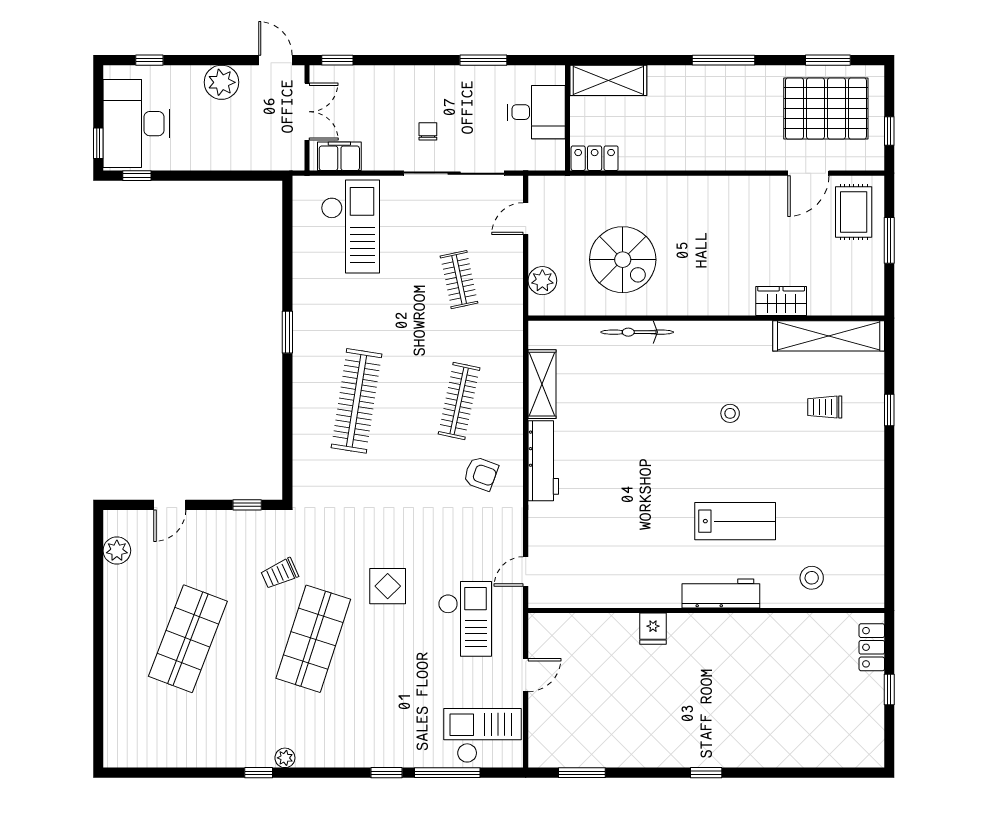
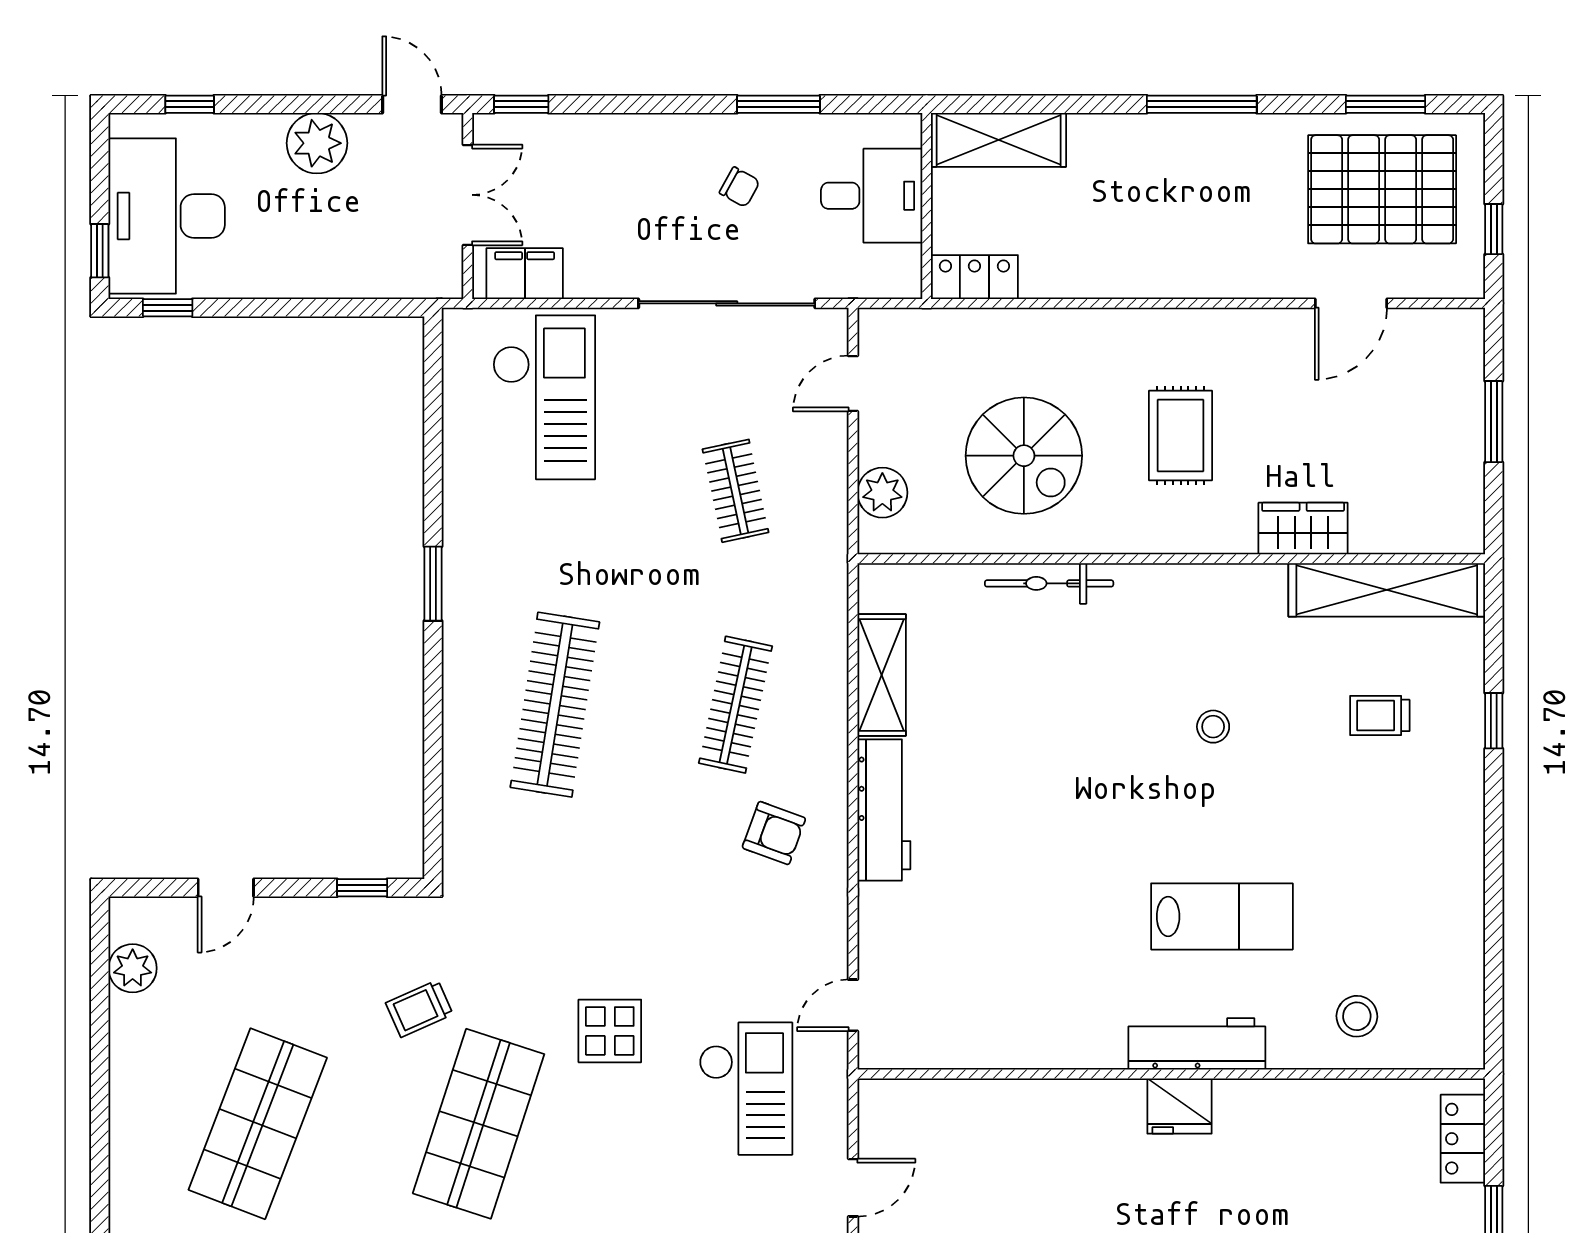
chair: (428, 131) -> (740, 187), moved, turned 119
rug: (854, 212) -> (1181, 435), moved
fridge: (653, 629) -> (1179, 1106), moved, width x1.38

